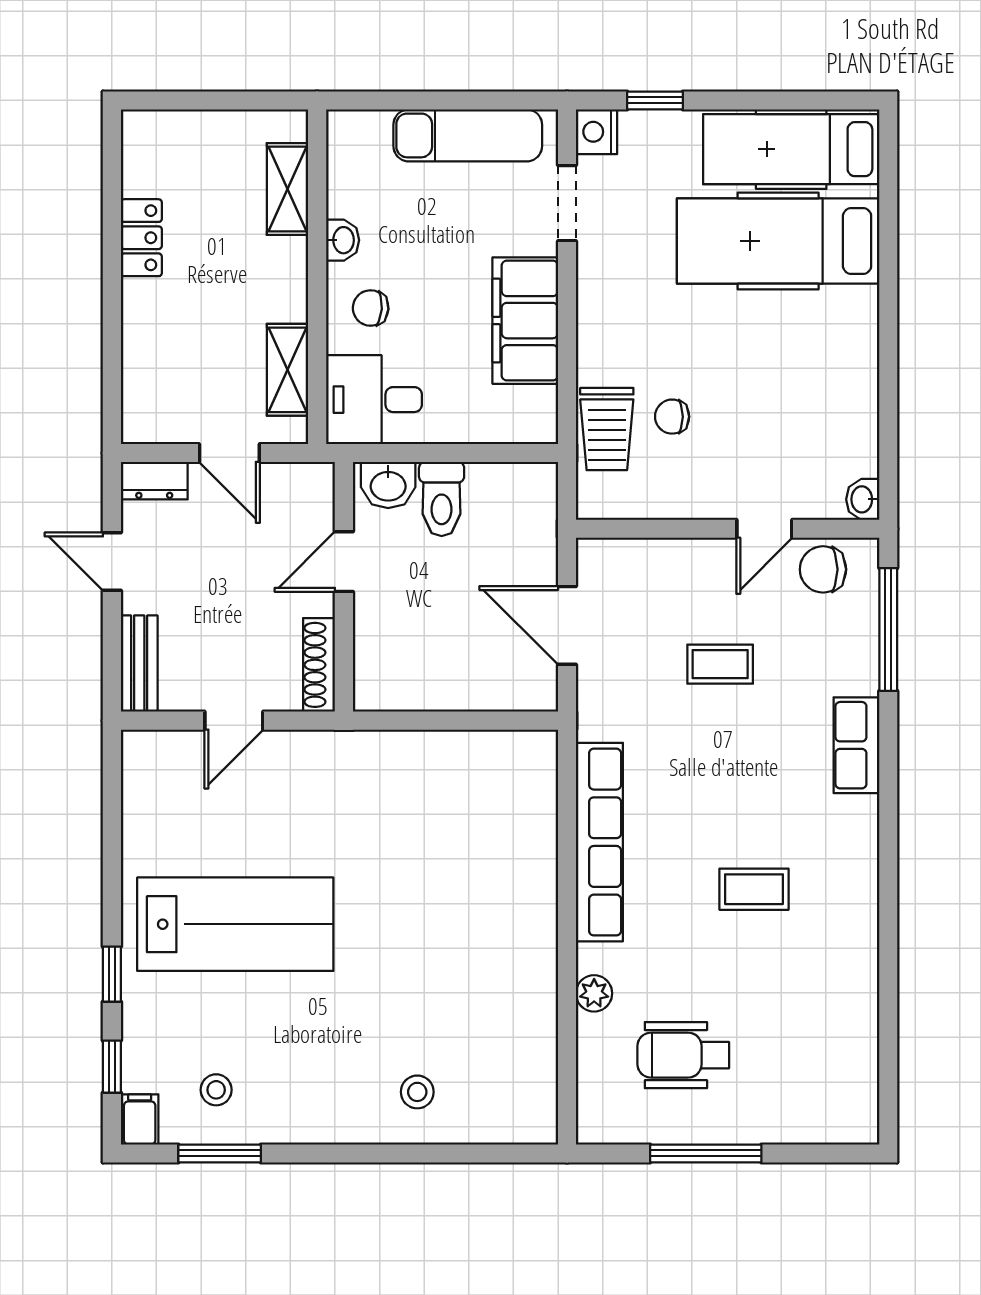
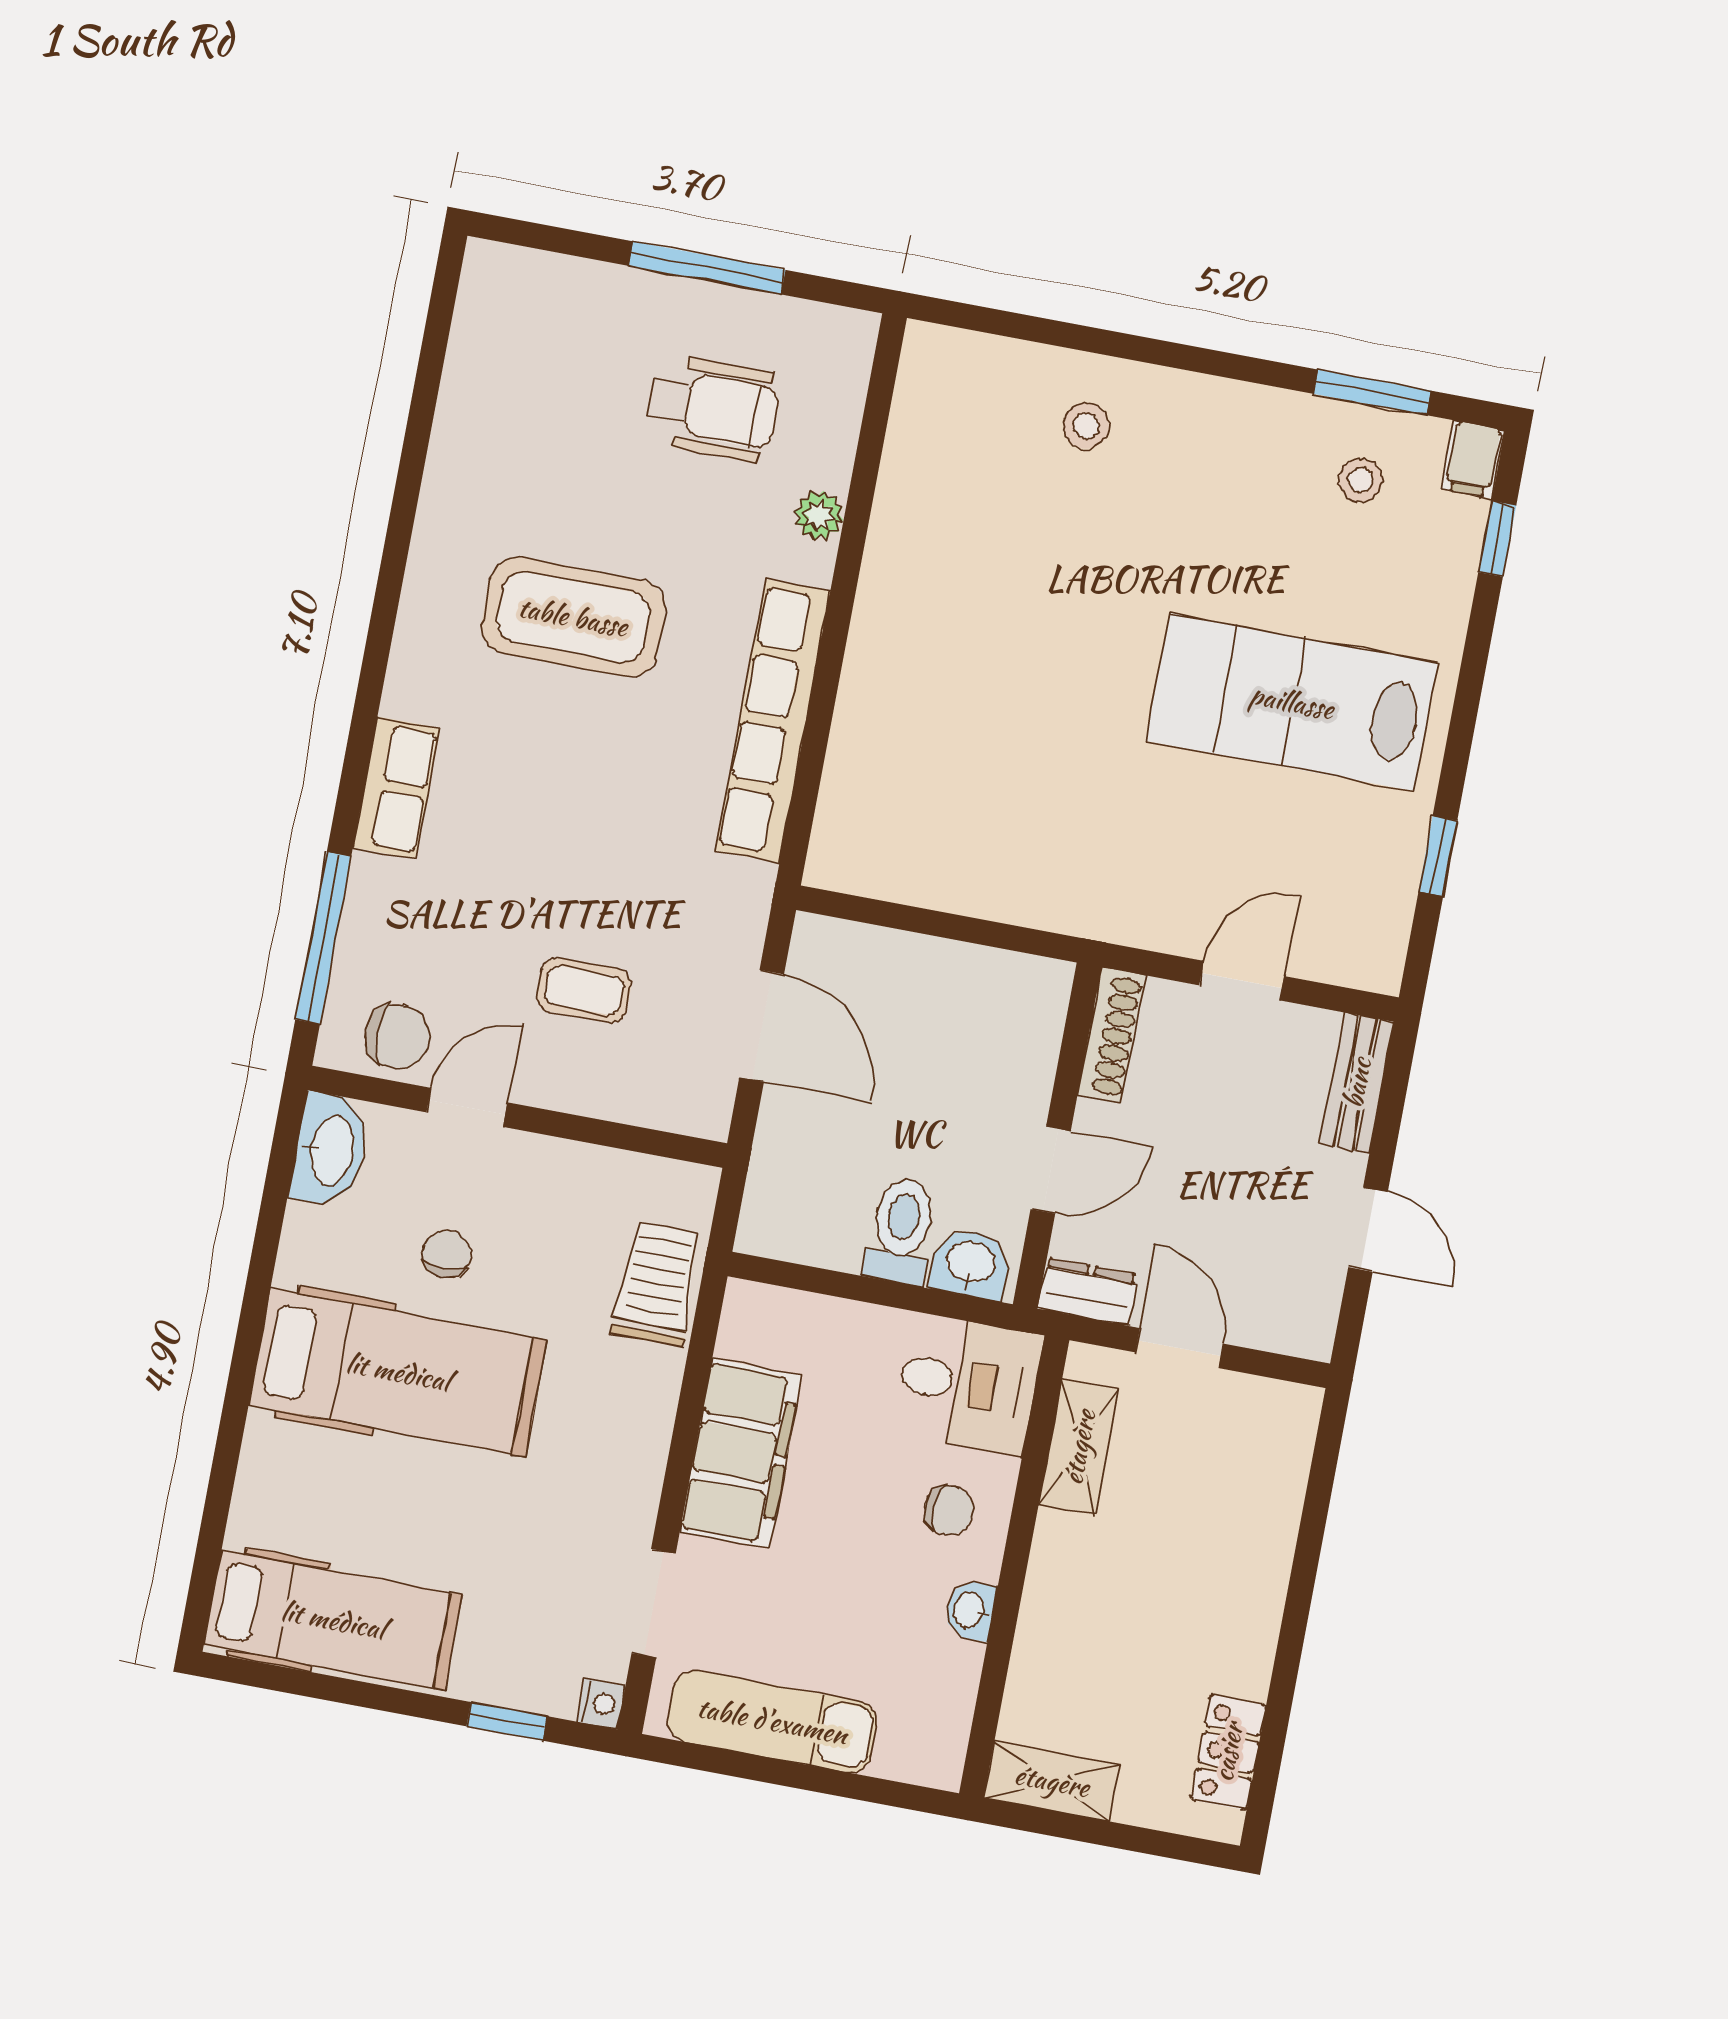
nightstand: (597, 132) -> (601, 1703), width x0.72, depth x0.74
shelving: (287, 189) -> (1052, 1781), moved, turned 90
locker: (141, 238) -> (1228, 1752), moved
hospital bed: (778, 241) -> (398, 1372), moved
chair: (672, 417) -> (447, 1254), moved, turned -90
dresser: (154, 481) -> (1088, 1292), moved
washbasin: (863, 499) -> (330, 1150), width x1.91, depth x1.45
coffee table: (720, 664) -> (584, 990), moved
coffee table: (754, 889) -> (573, 617), width x1.86, depth x1.72
window: (112, 974) -> (1438, 856), moved

